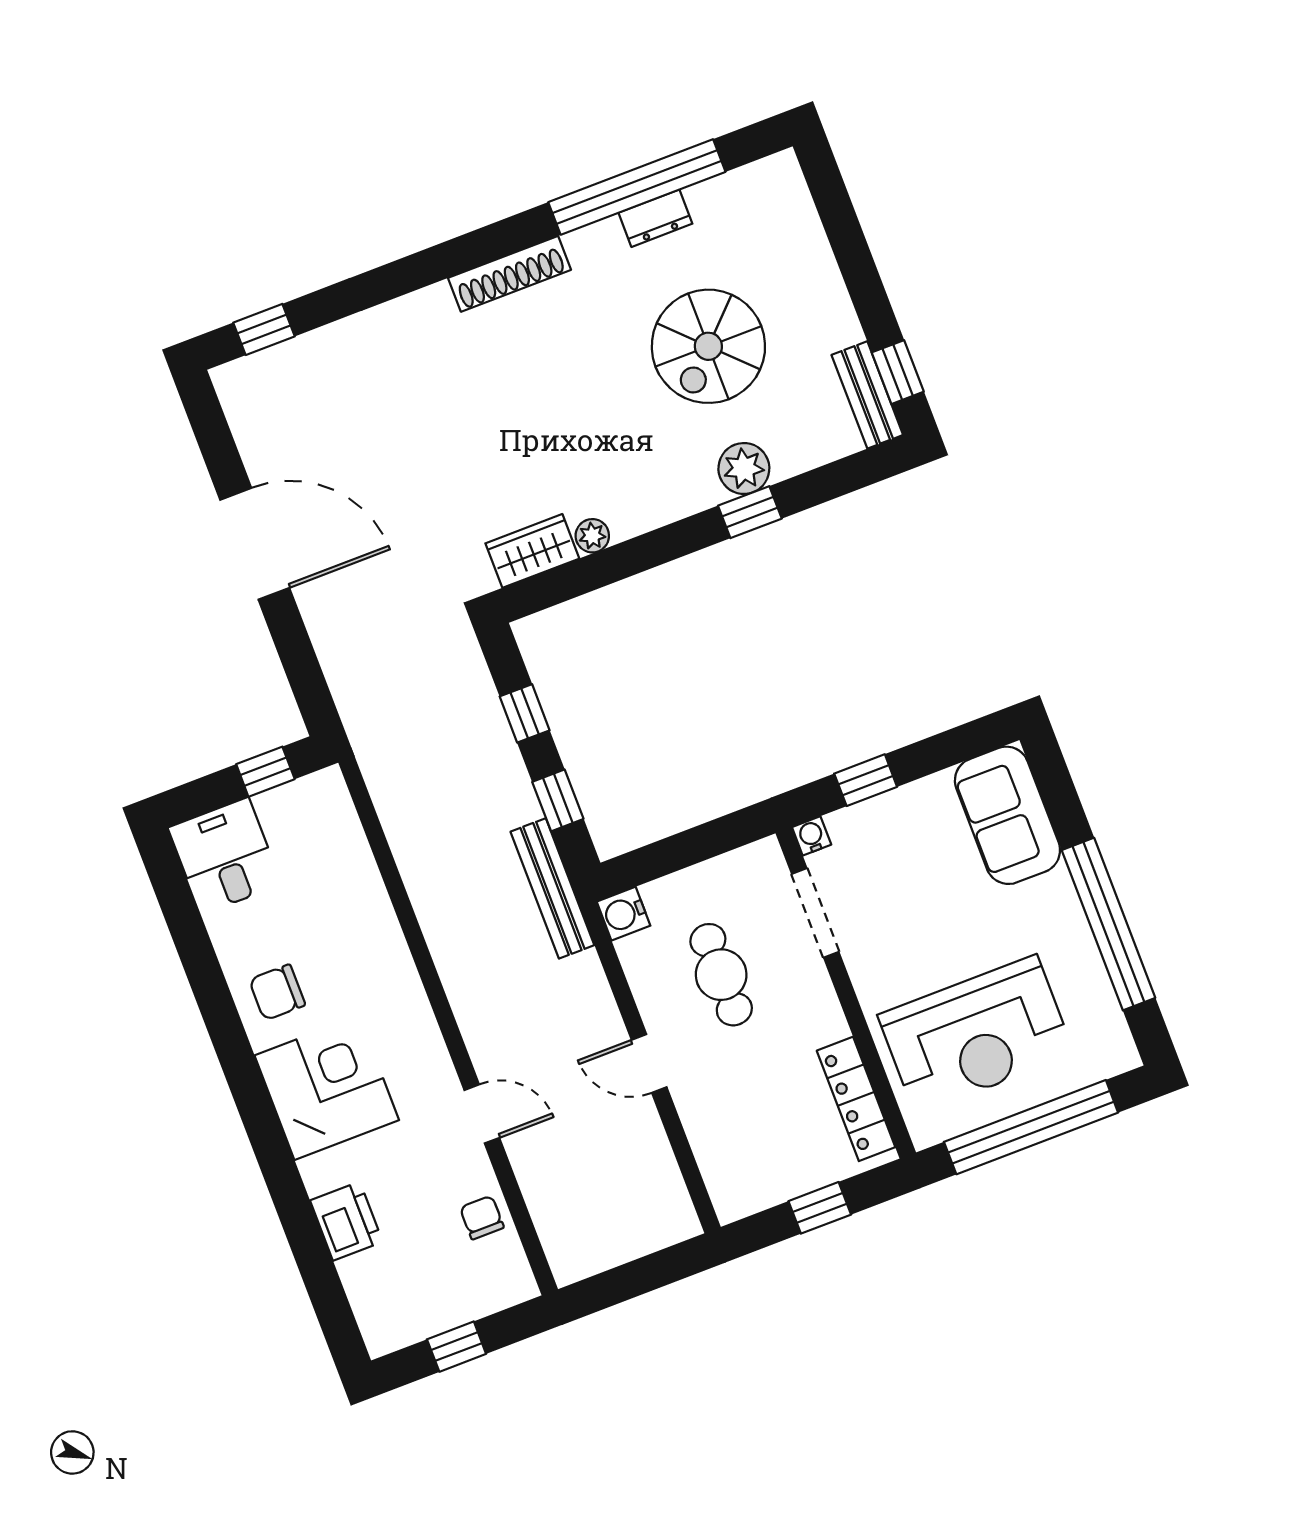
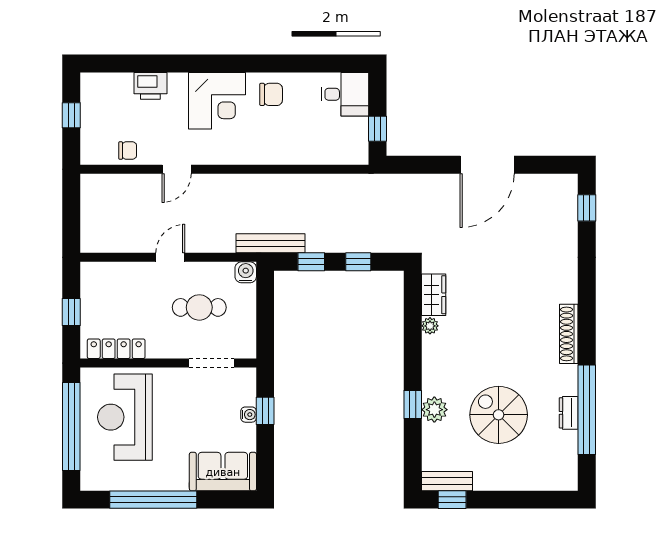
water cooler: (812, 836) -> (249, 415), moved
chair: (277, 992) -> (271, 94), turned 90

